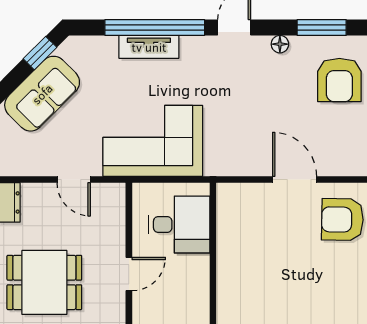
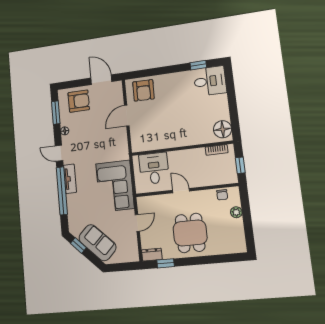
tv unit: (149, 47) -> (70, 179), moved

